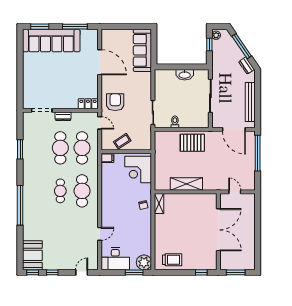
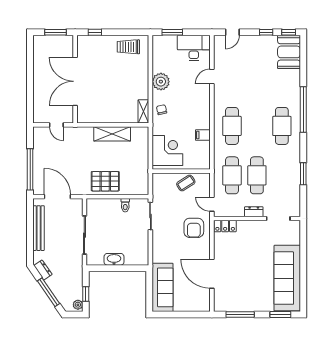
sofa: (51, 41) -> (287, 278), moved, turned -90
filing cabinet: (107, 158) -> (203, 135), moved
cafe table: (60, 191) -> (282, 126), moved, width x1.37, depth x1.35
plant: (144, 262) -> (161, 82), moved

